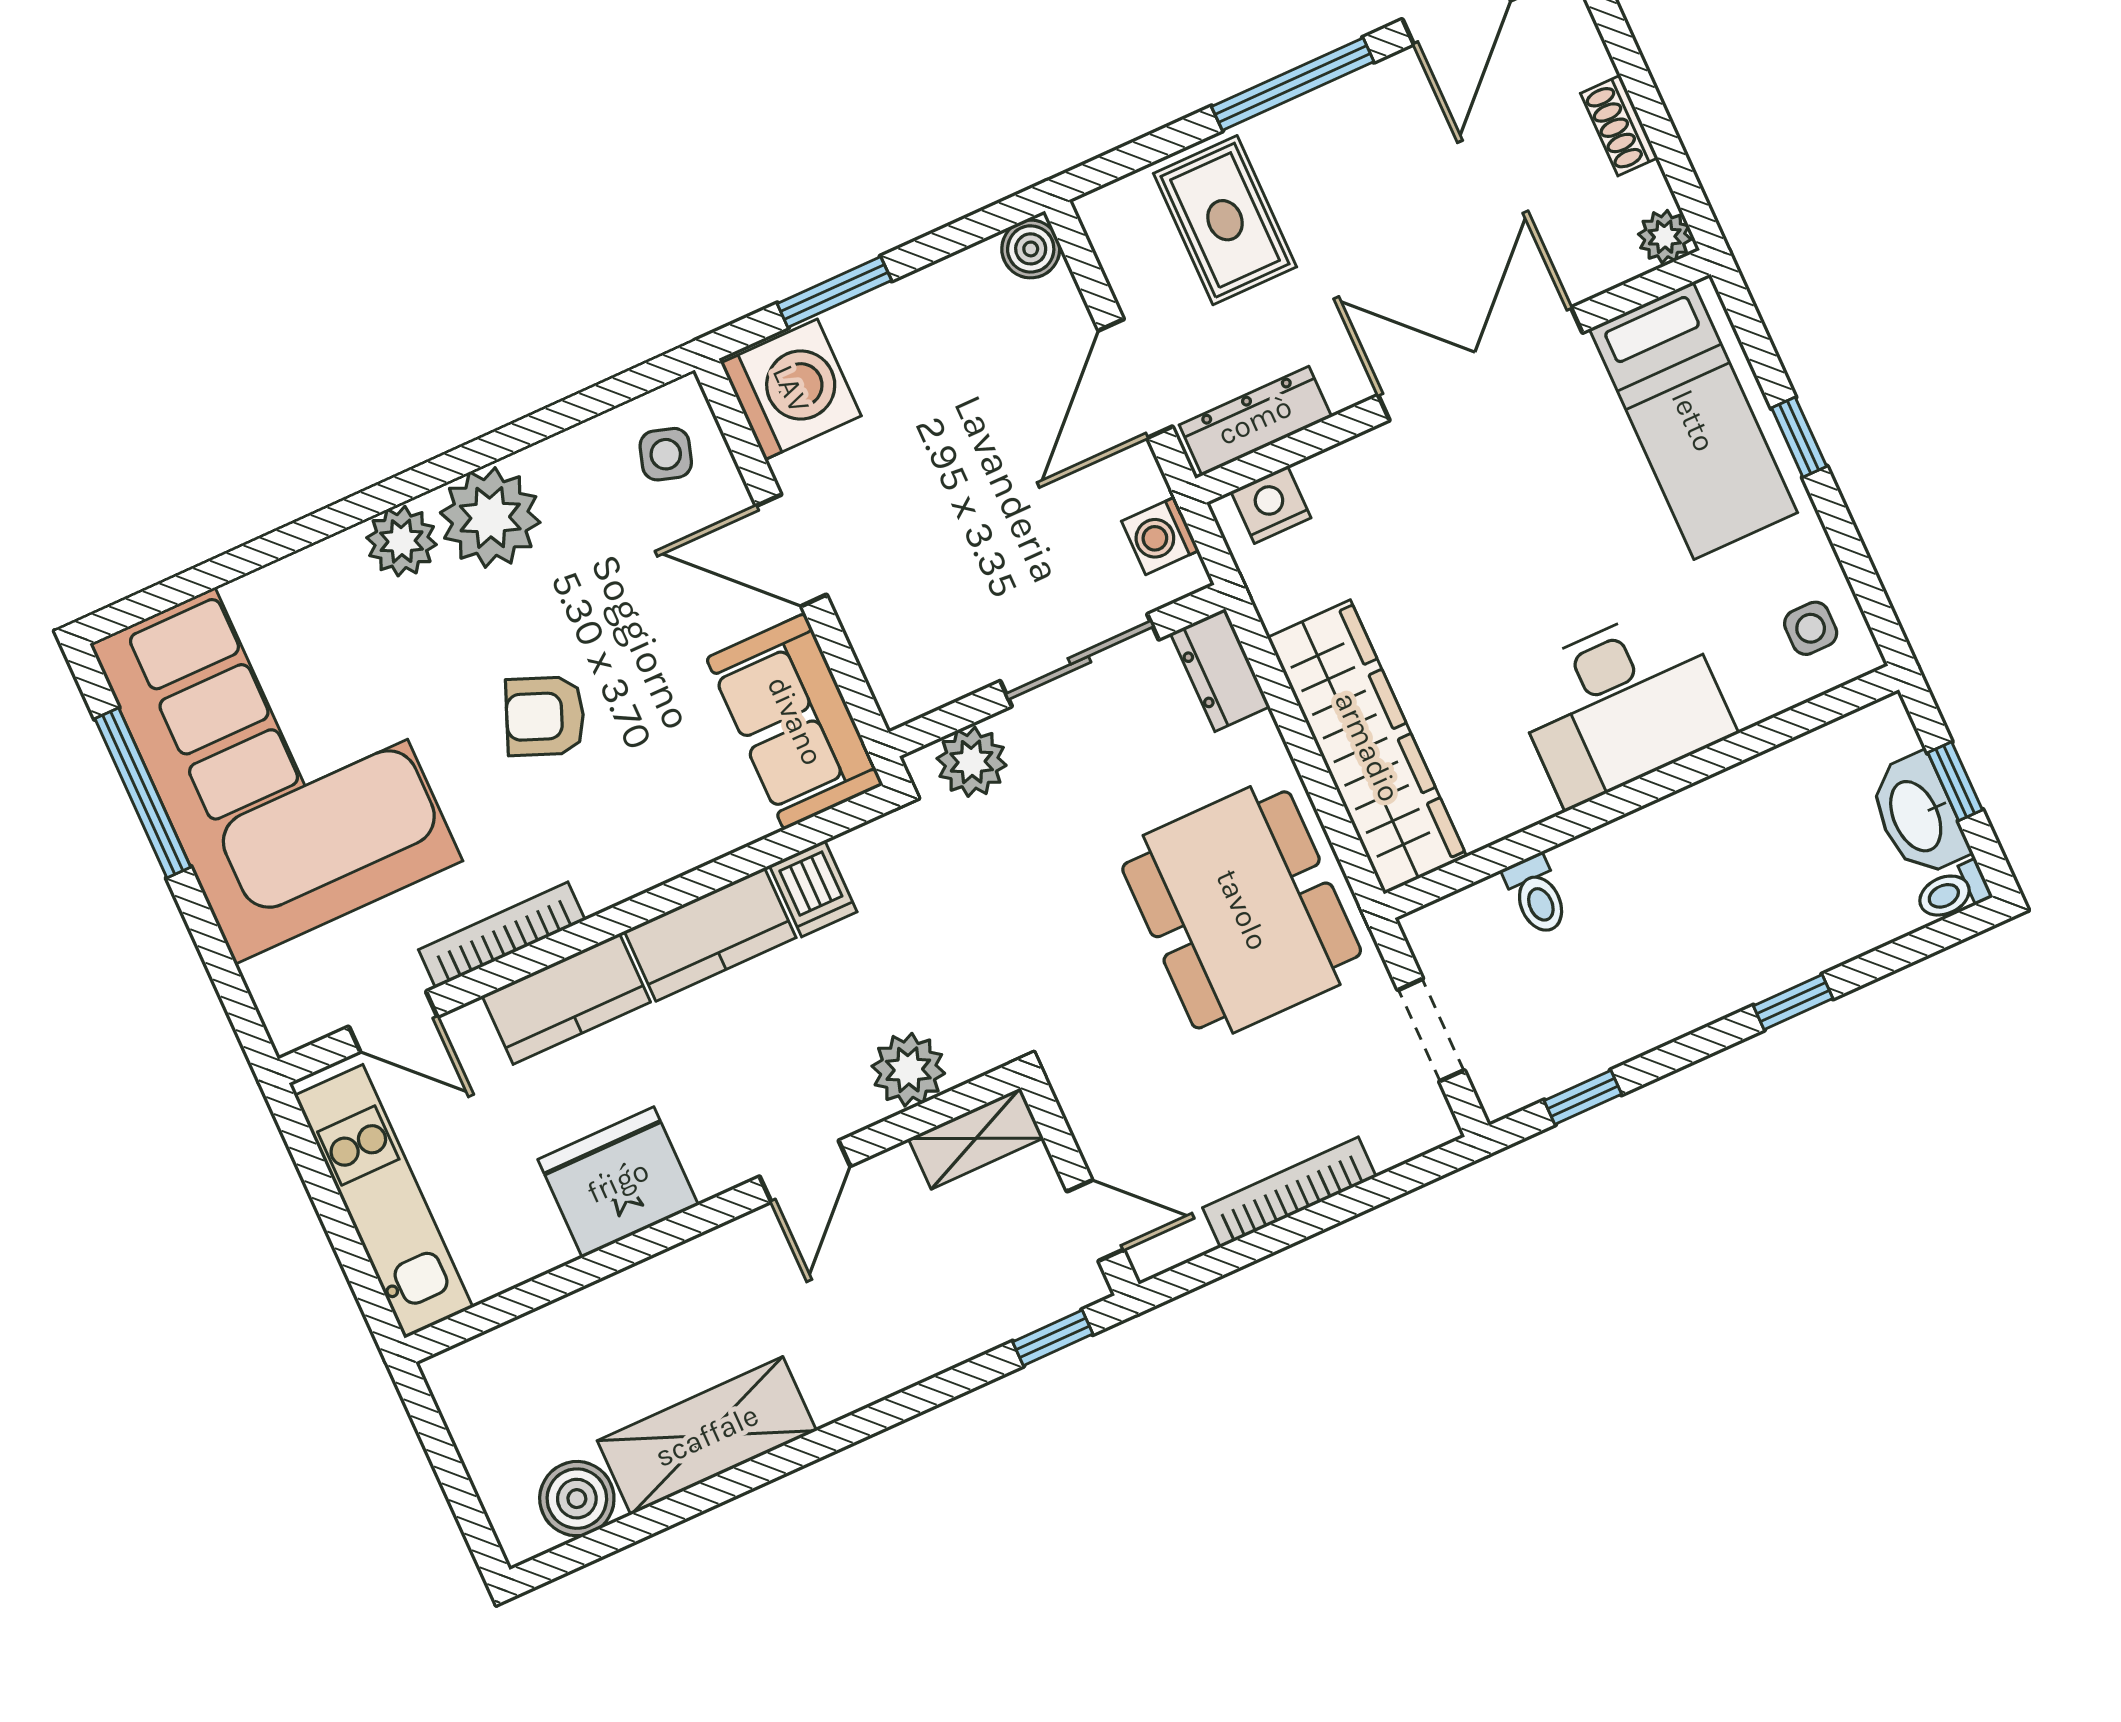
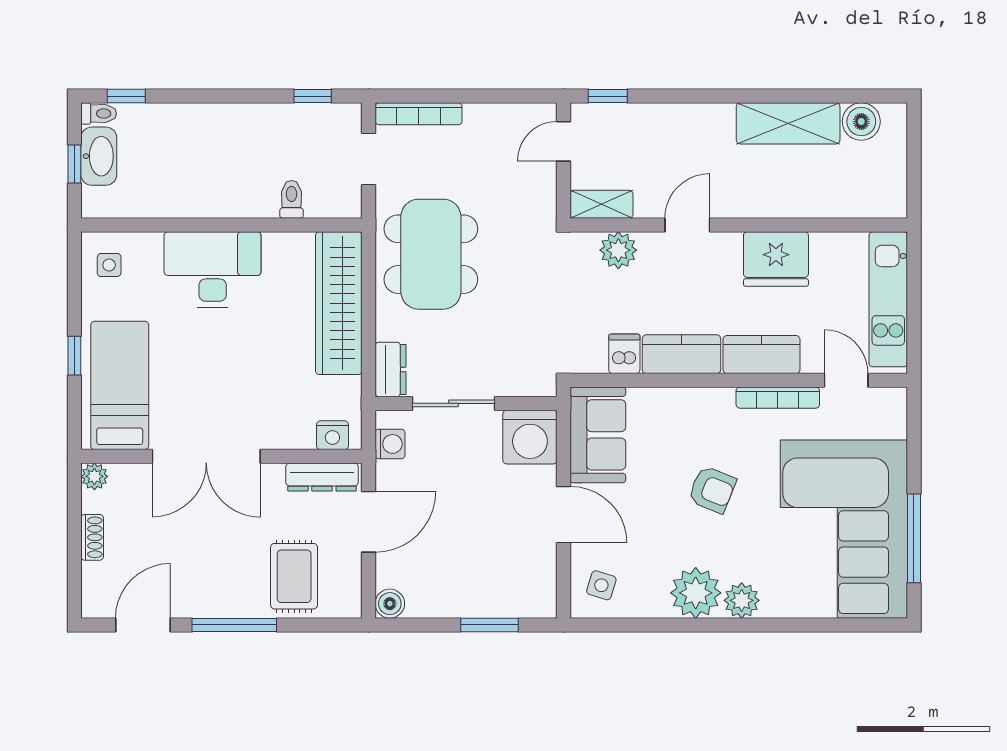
washing machine: (791, 389) -> (530, 437), moved, turned -90
plant: (972, 762) -> (525, 379), removed
window: (1793, 1002) -> (126, 96), moved
bookcase: (1289, 1192) -> (419, 114), moved
door: (1095, 1221) -> (564, 141), hinge flipped

